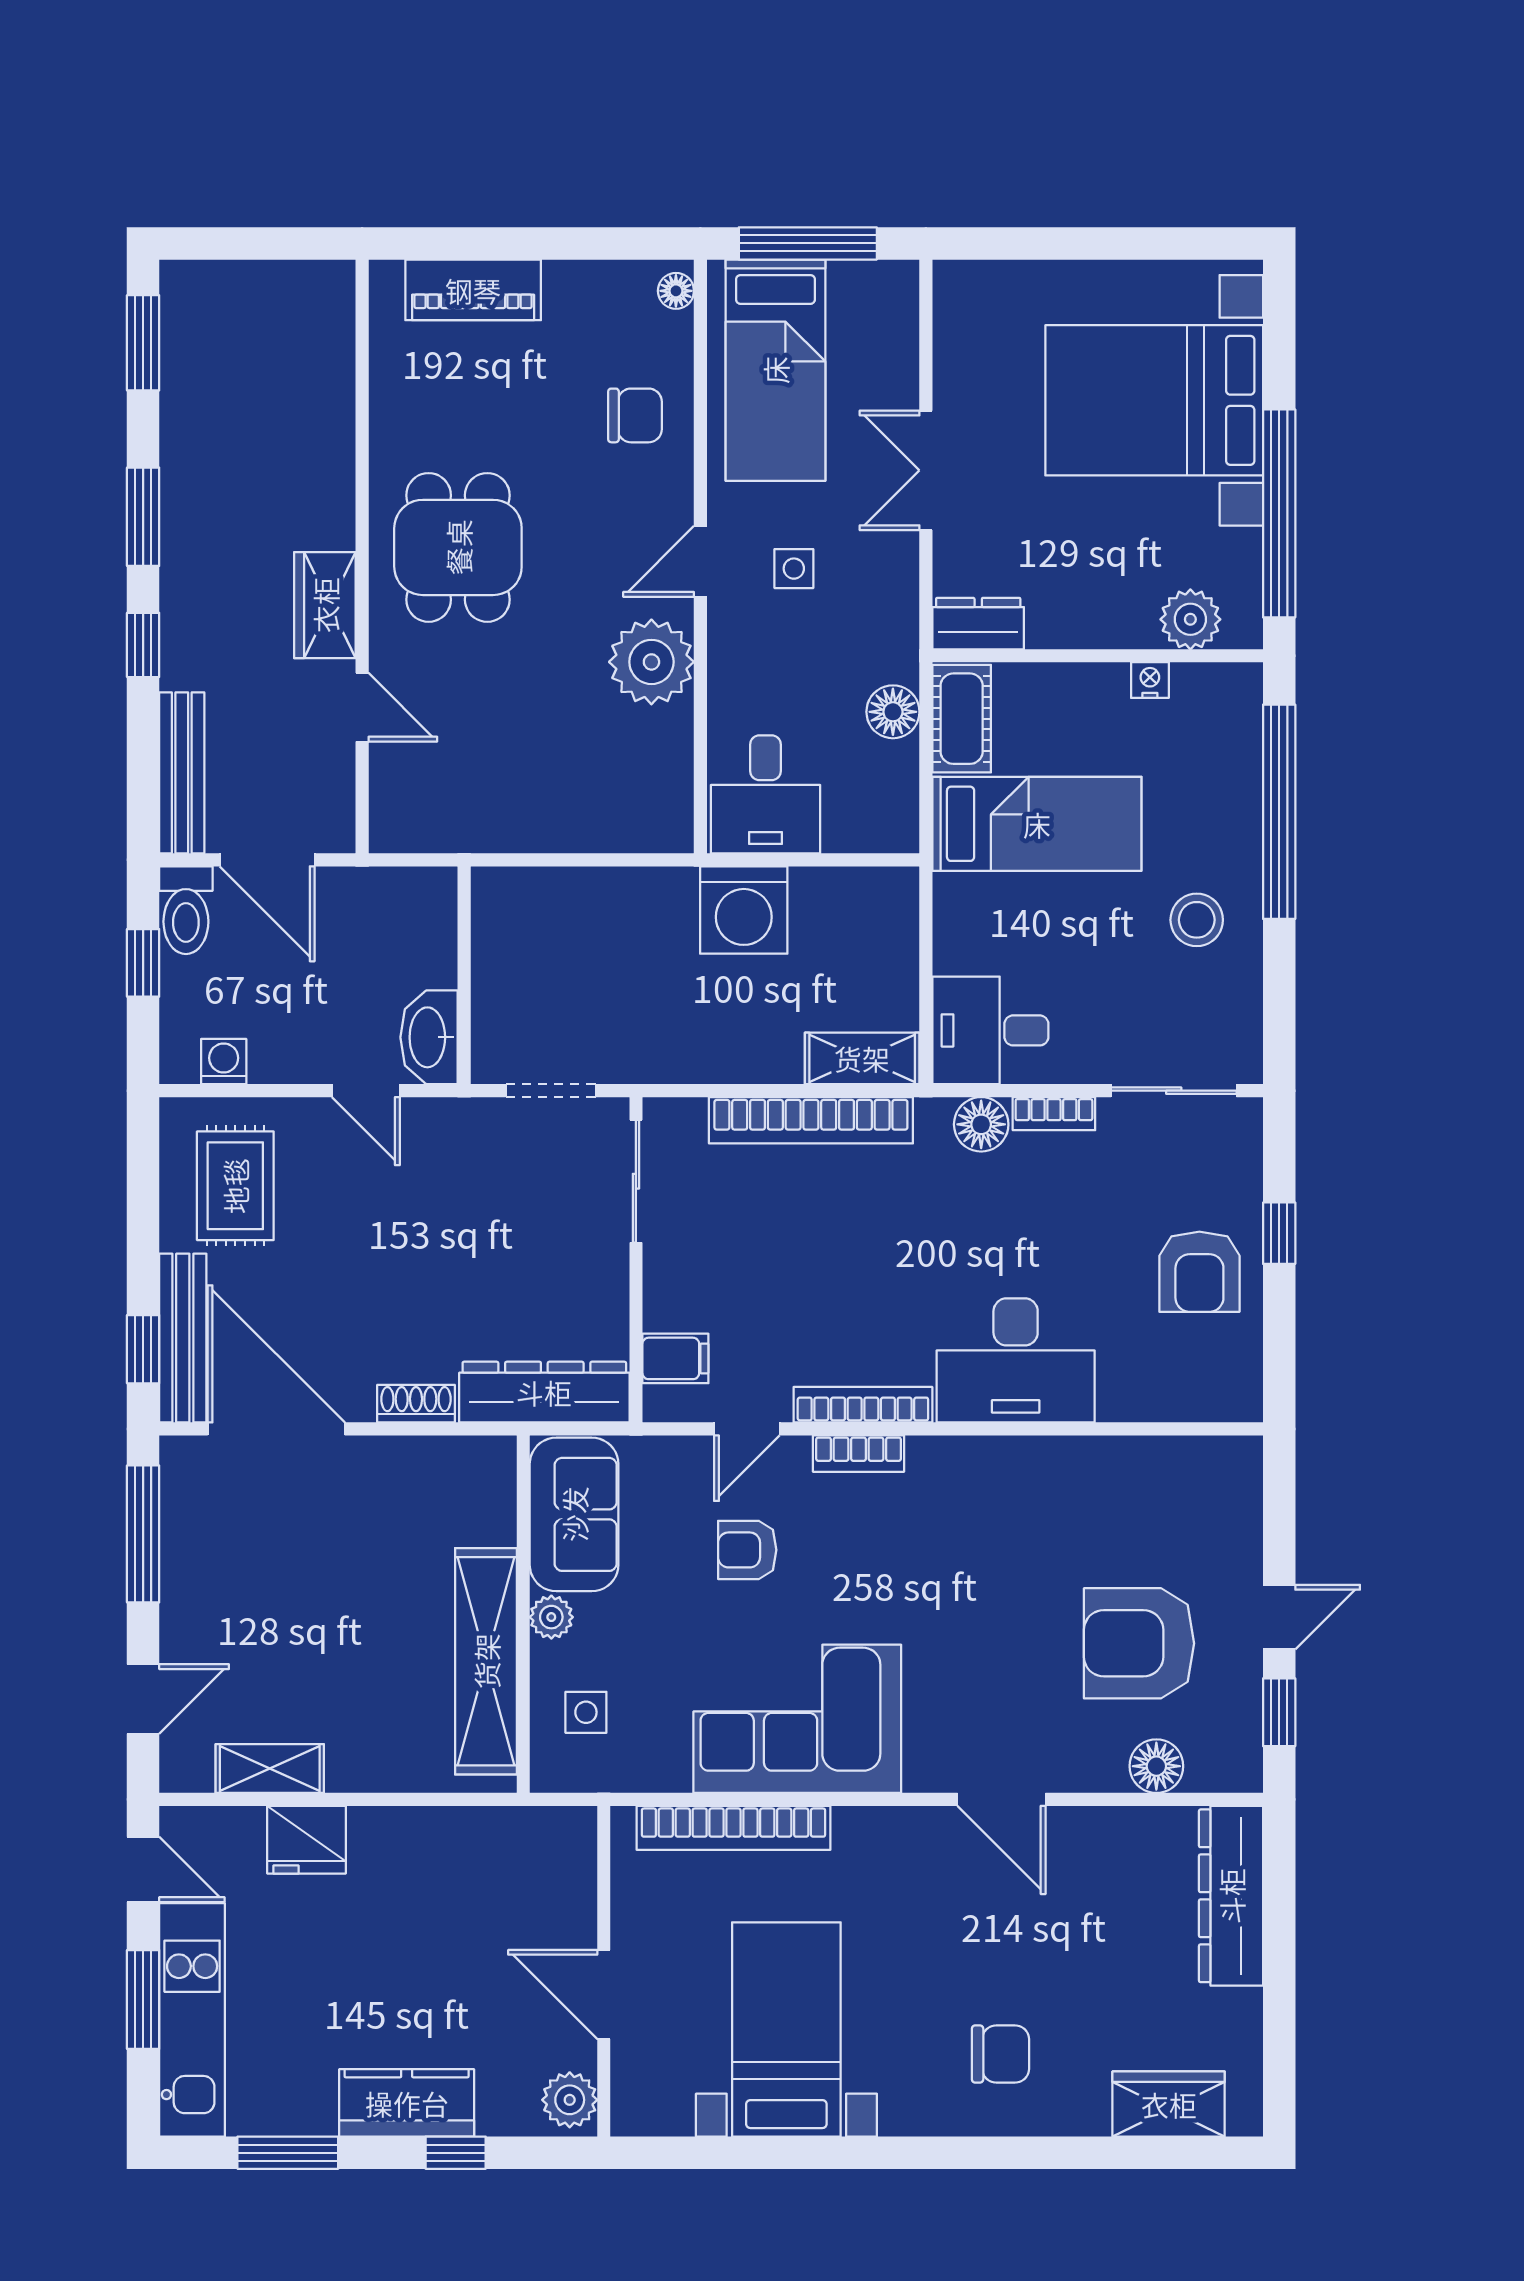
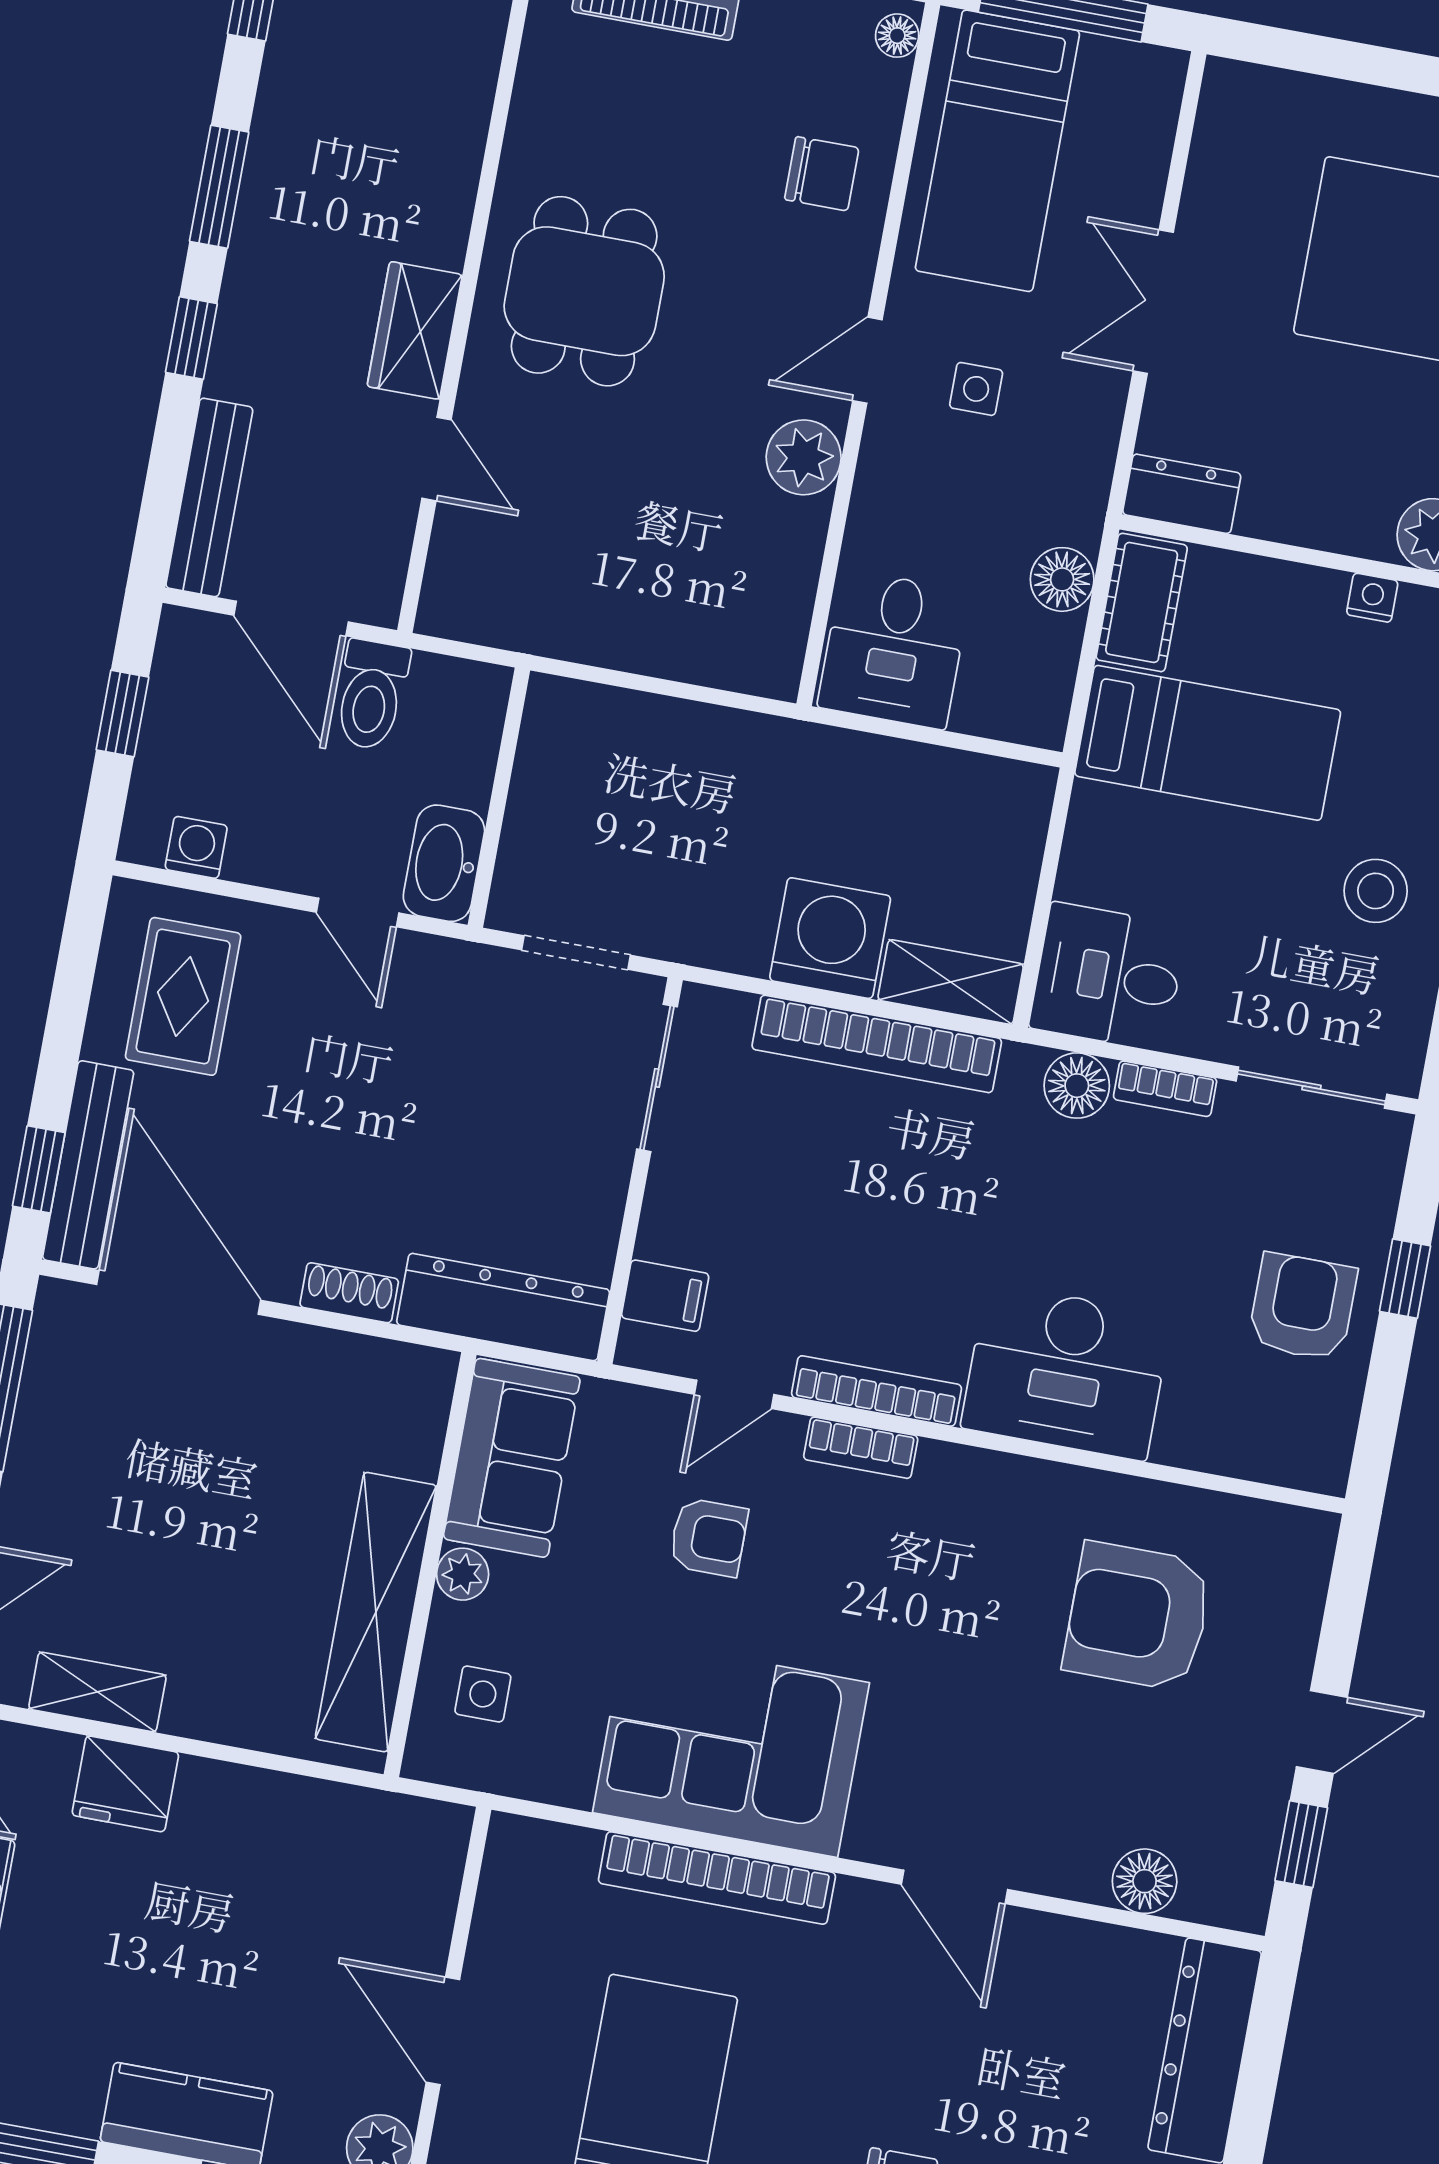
plant: (651, 662) -> (804, 457), width x0.73, depth x0.73
toilet: (186, 910) -> (371, 695), moved
washing machine: (744, 910) -> (830, 938), moved, turned 180
armchair: (1199, 1272) -> (1303, 1307), turned 180
armchair: (747, 1550) -> (708, 1537), turned 180
armchair: (1139, 1643) -> (1138, 1617), moved
bookcase: (733, 1828) -> (717, 1878), moved

